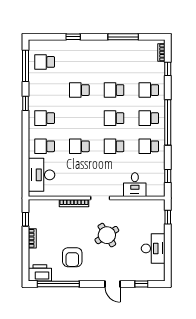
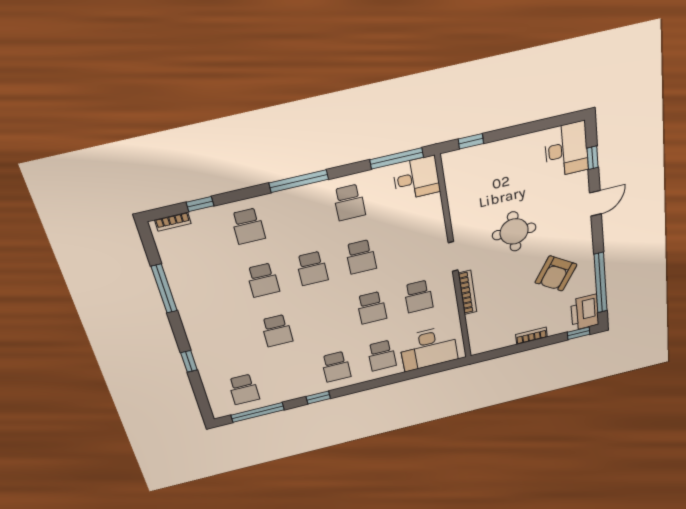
school desk: (149, 118) -> (418, 296), moved
window: (168, 122) -> (299, 181), width x0.68
window: (168, 176) -> (397, 158), width x2.17
desk: (135, 185) -> (416, 178), moved
window: (26, 219) -> (579, 333), moved
round table: (107, 235) -> (514, 231), turned 33
desk: (153, 248) -> (566, 150), moved, turned 90
armchair: (72, 257) -> (556, 274), turned 123

